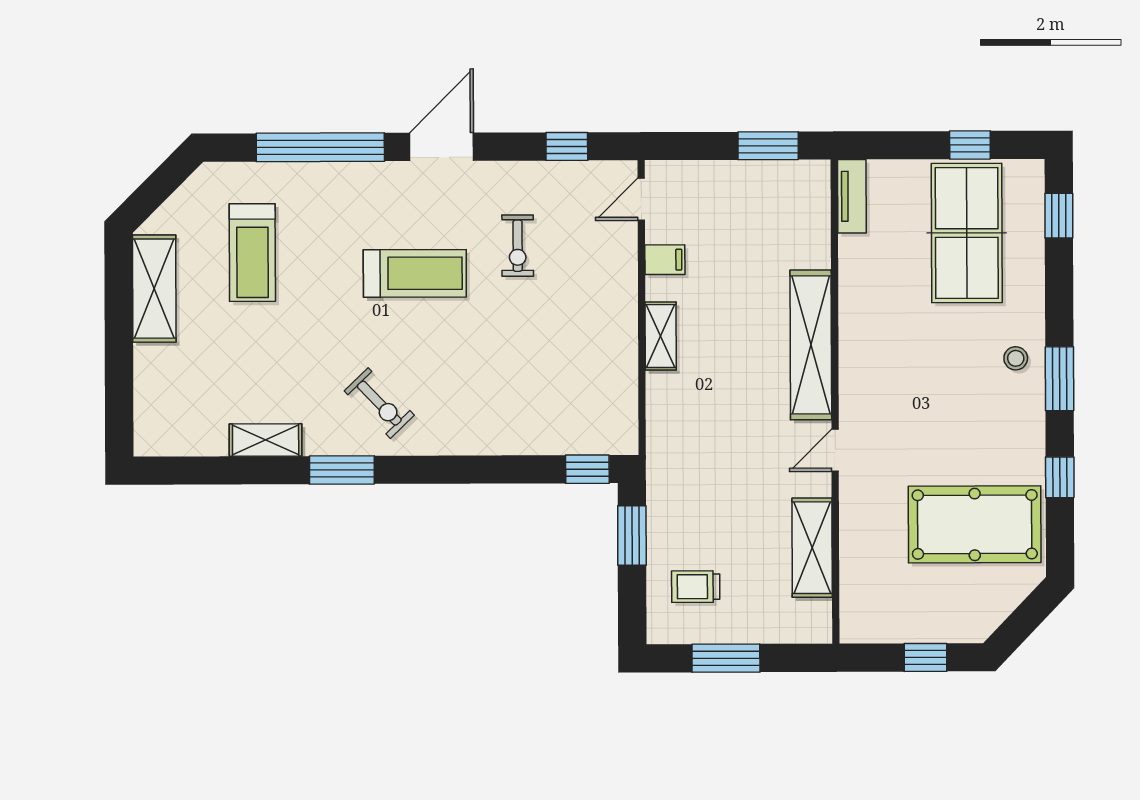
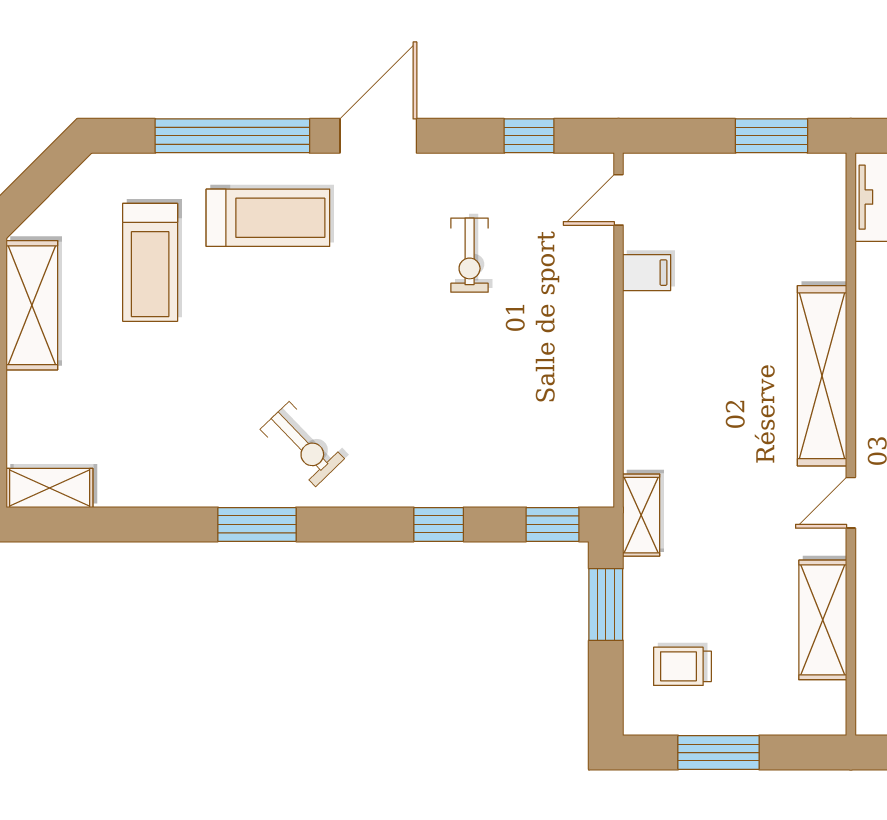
treadmill: (415, 273) -> (268, 218), moved
shelving: (661, 336) -> (641, 515), moved
shelving: (266, 440) -> (50, 488), moved
window: (493, 469) -> (439, 524), added

